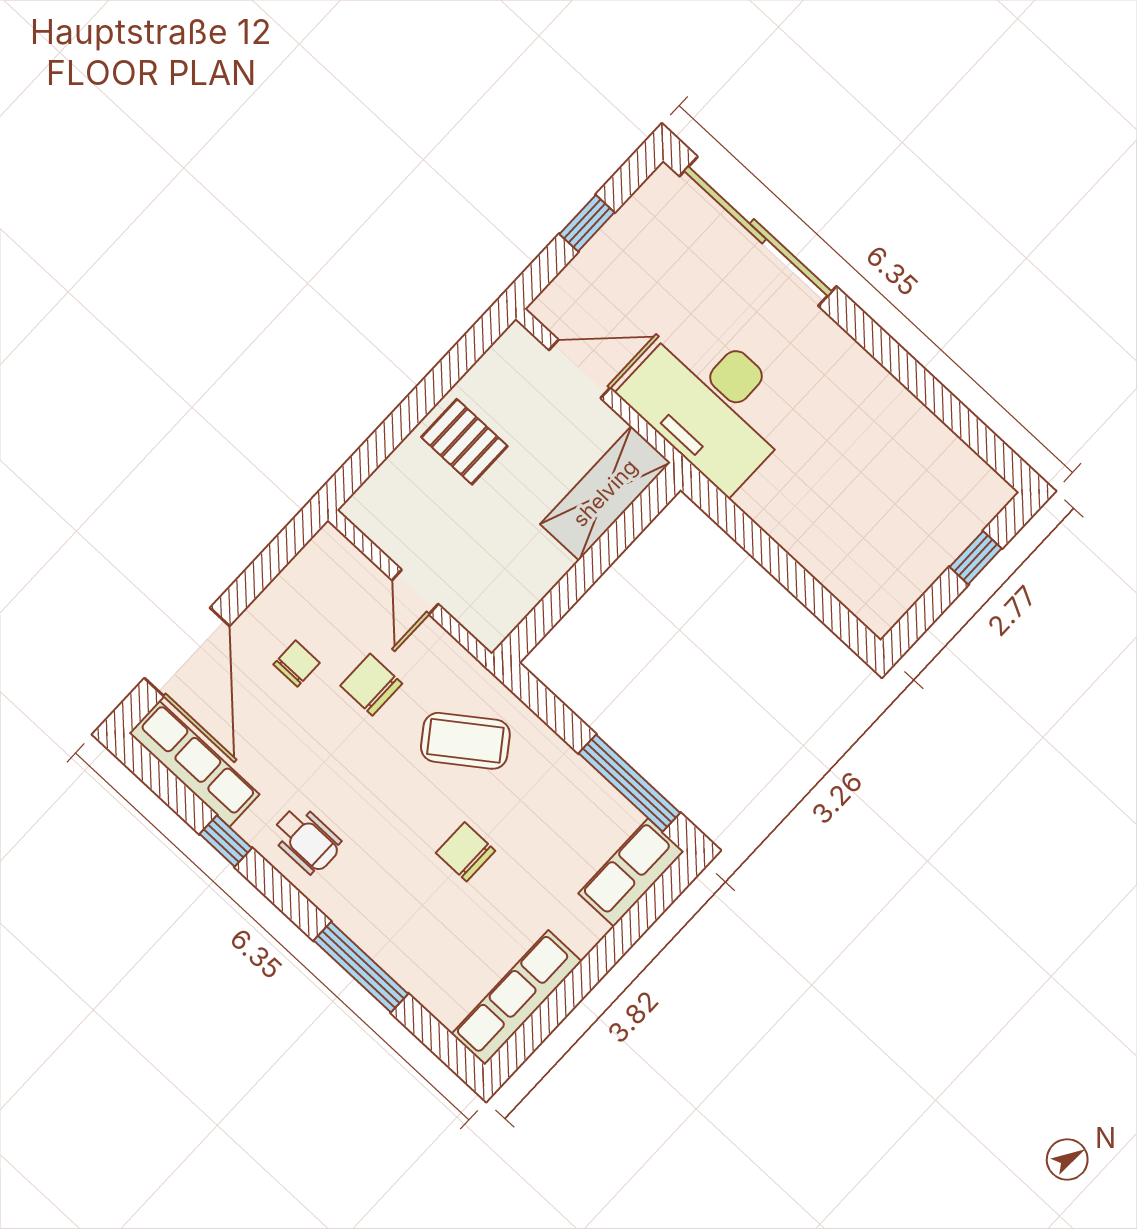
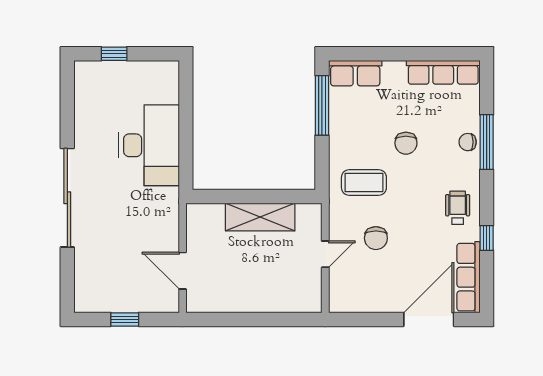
sliding door: (758, 231) -> (67, 198), moved
desk: (711, 403) -> (149, 145), moved
pallet: (464, 442) -> (251, 289), removed
shelving: (605, 493) -> (260, 217), moved
chair: (297, 664) -> (468, 142), moved
coffee table: (465, 741) -> (364, 183), turned -54

